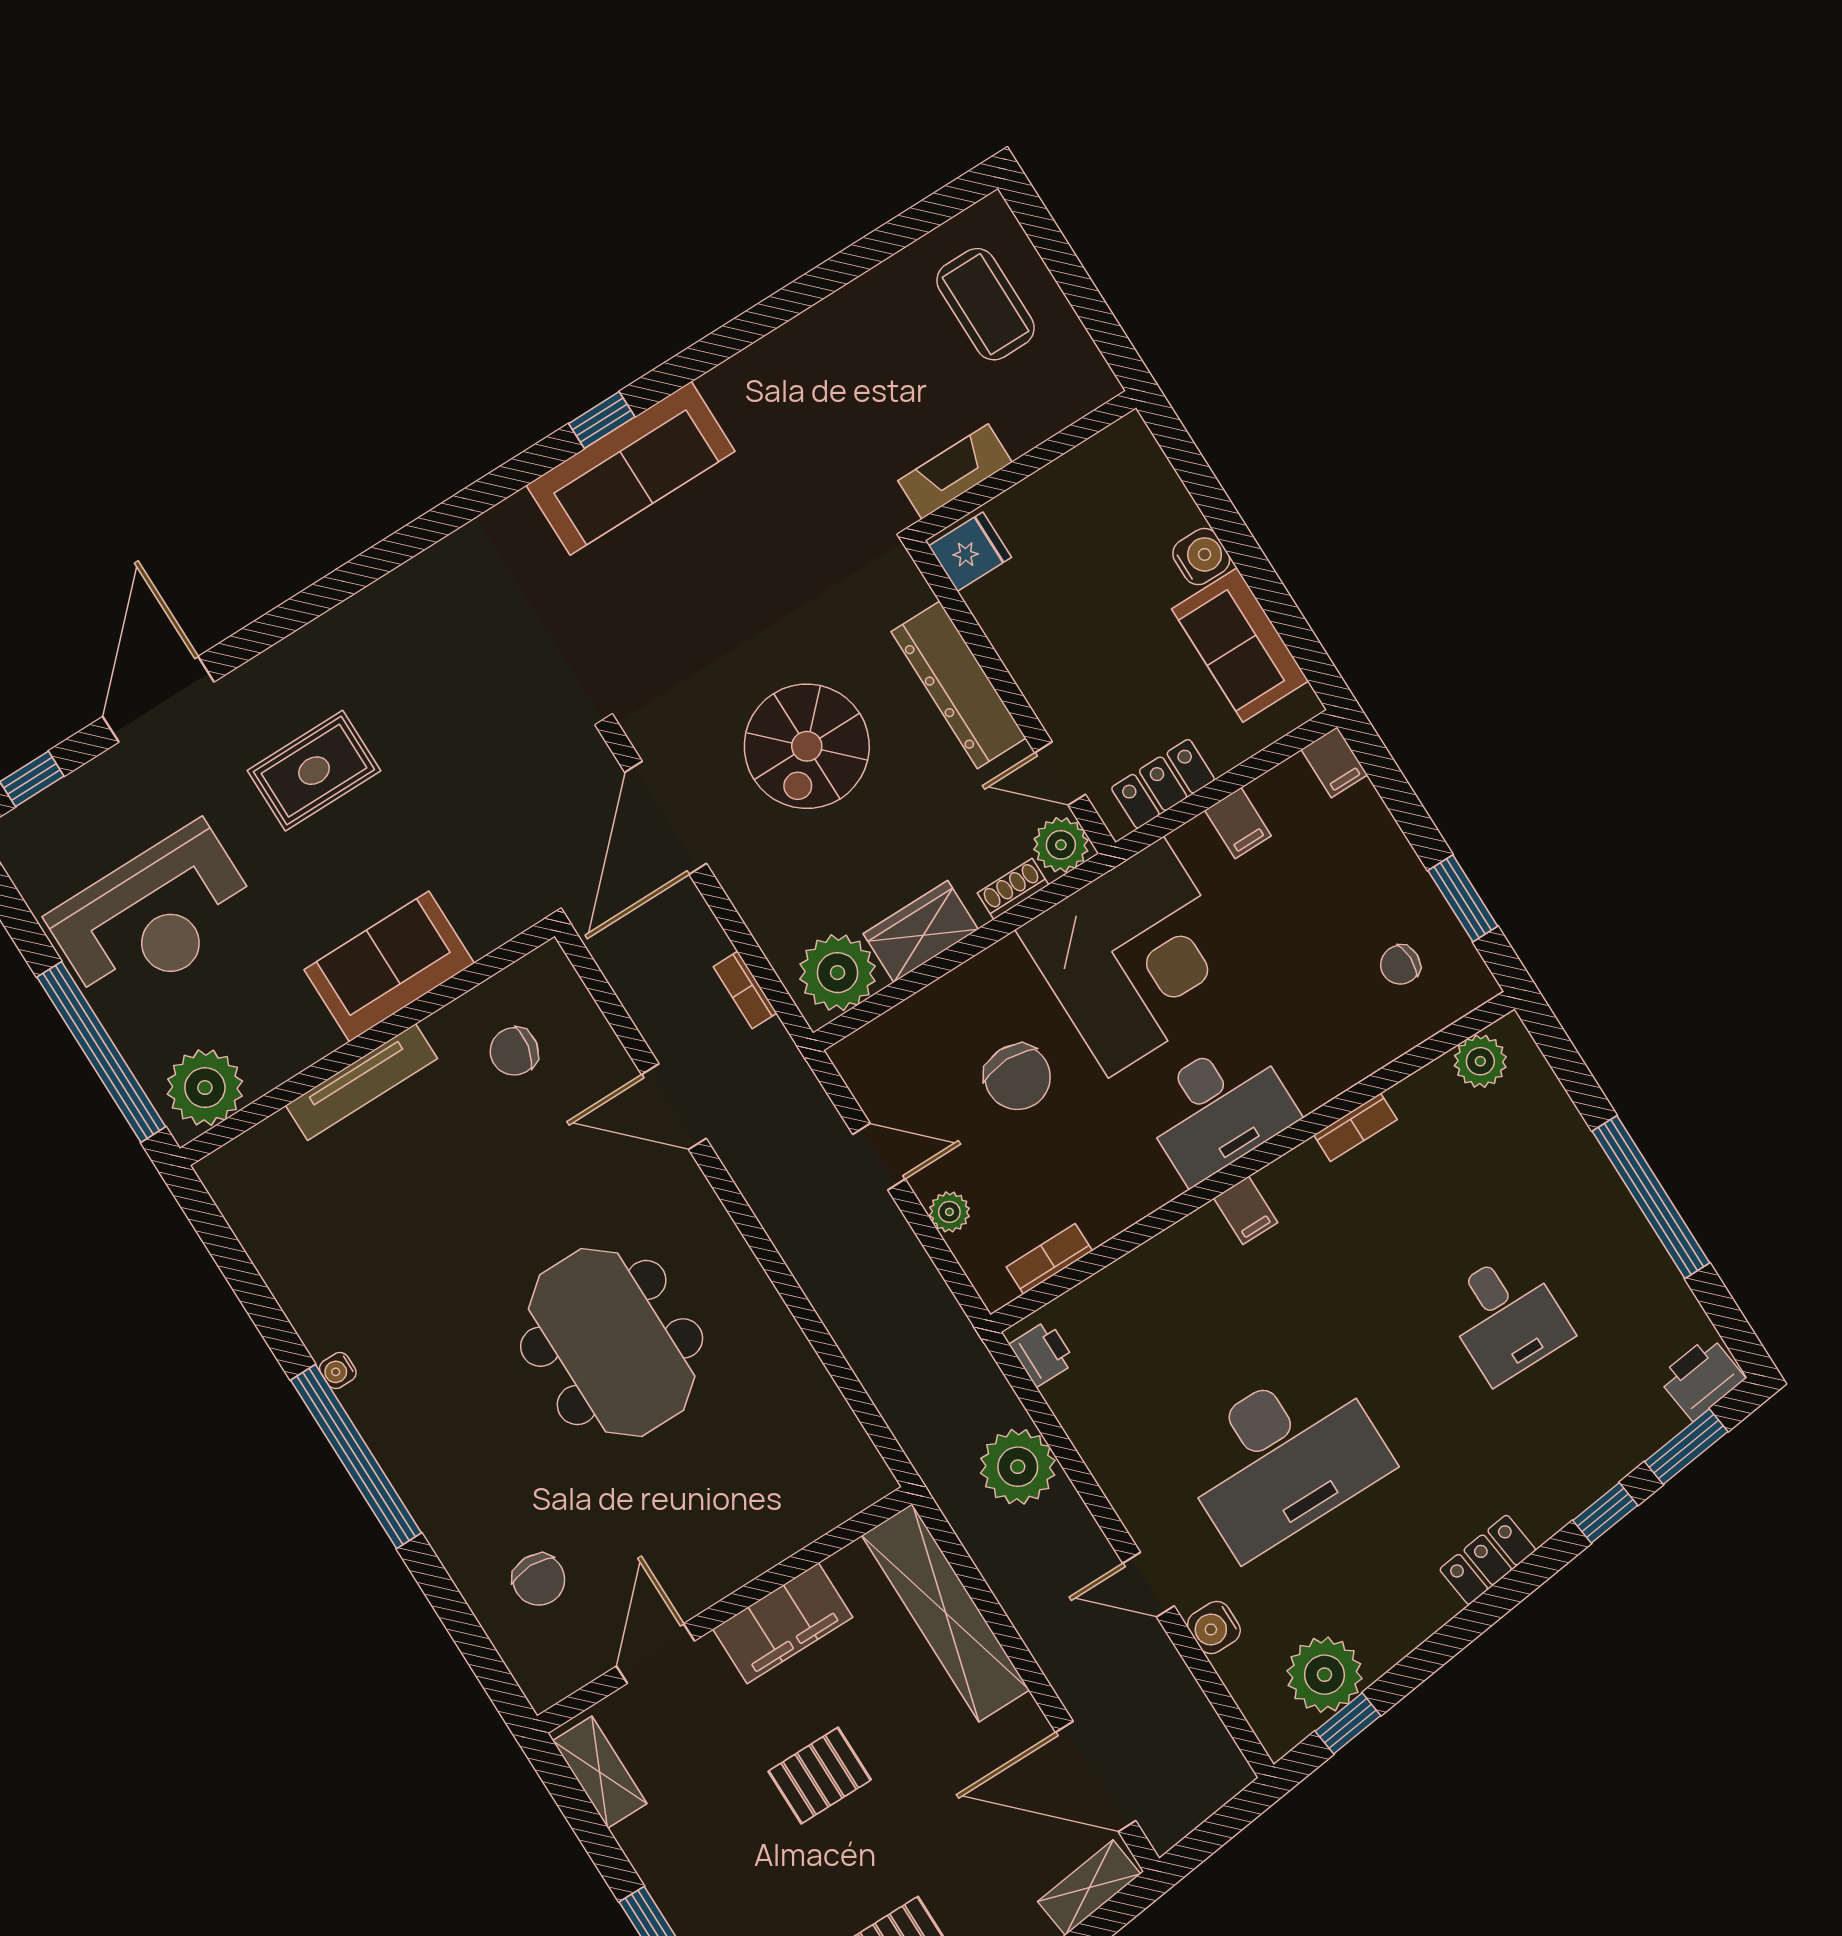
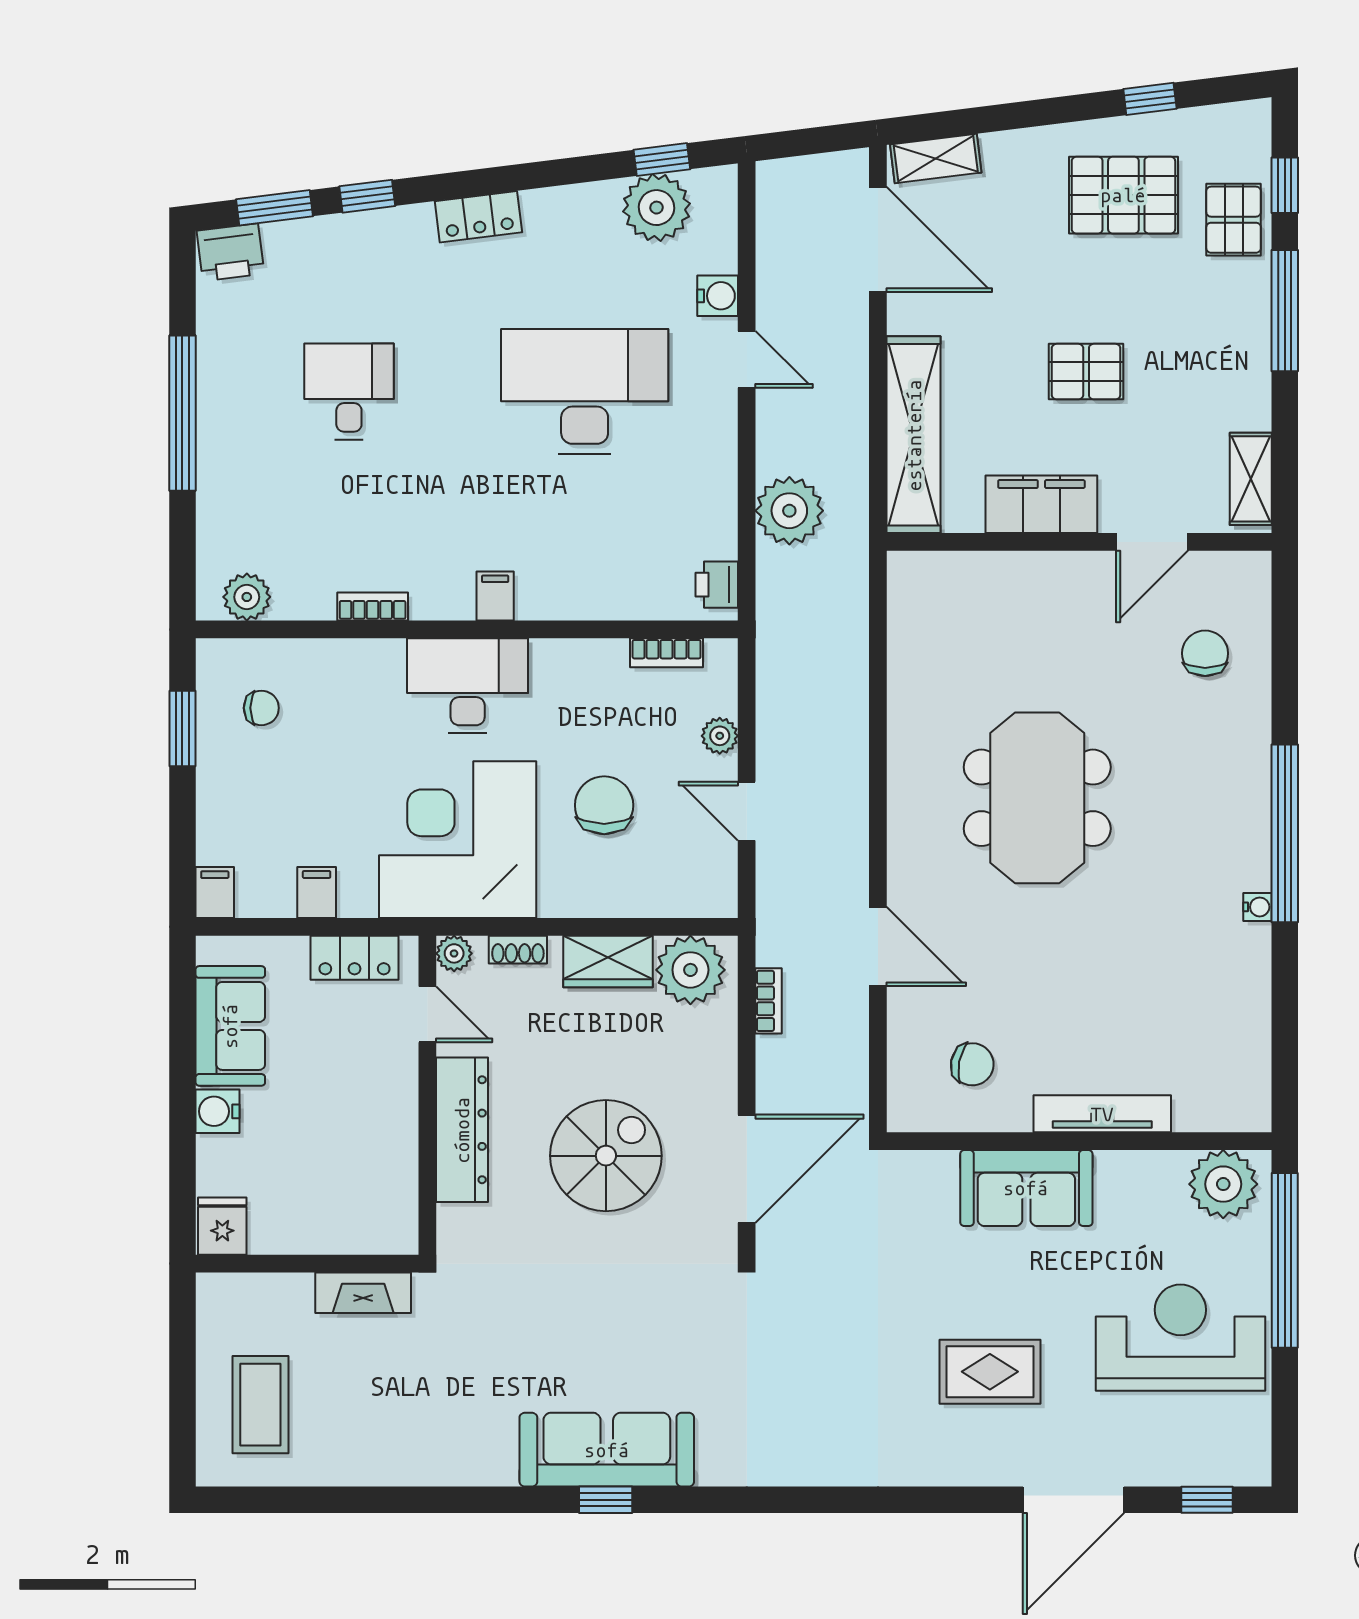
fridge: (970, 552) -> (222, 1226), moved, turned 90
plant: (1061, 845) -> (454, 953), width x0.73, depth x0.73

